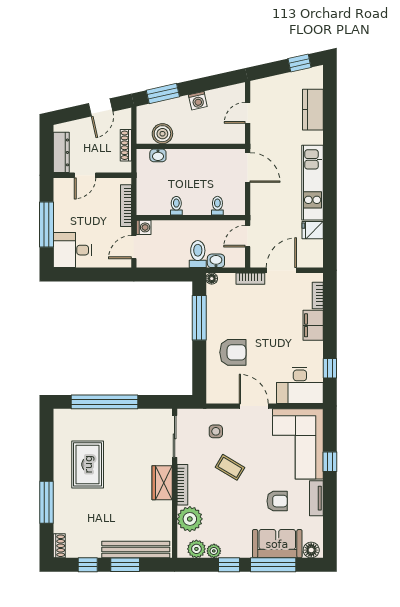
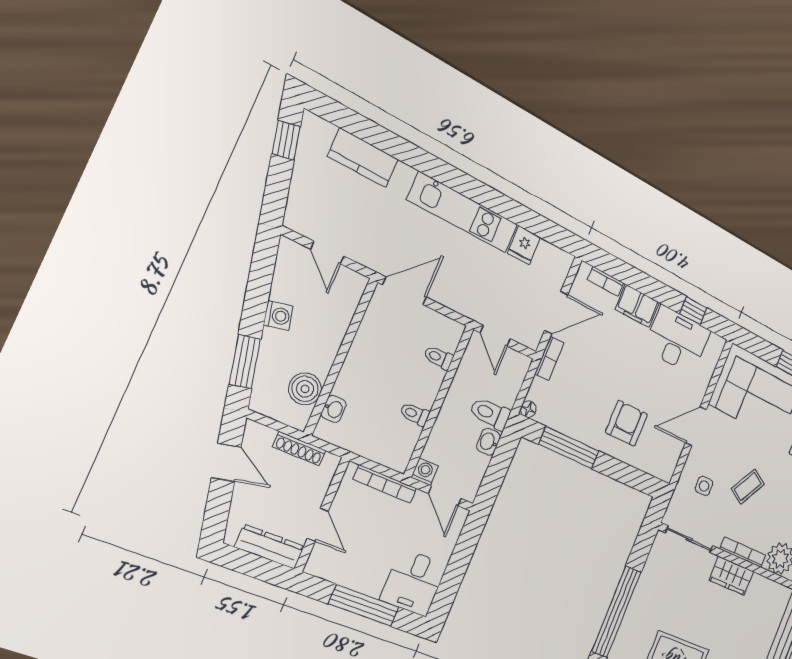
washbasin: (216, 261) -> (488, 442), moved
door: (281, 270) -> (556, 313), swing flipped
desk: (300, 385) -> (677, 340), moved, turned -90

